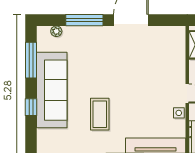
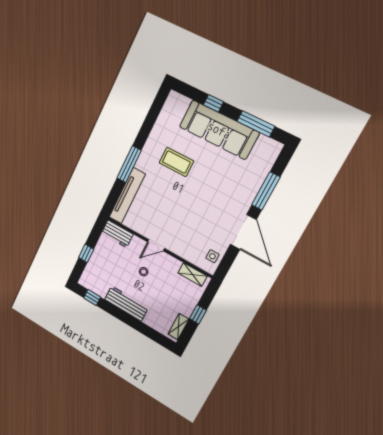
plant: (56, 31) -> (270, 160), removed
side table: (179, 113) -> (212, 256), moved

